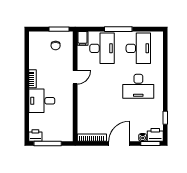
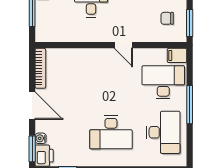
desk: (102, 48) -> (163, 82), turned 180
desk: (138, 48) -> (163, 132), turned -90
desk: (138, 86) -> (111, 132), turned -90

